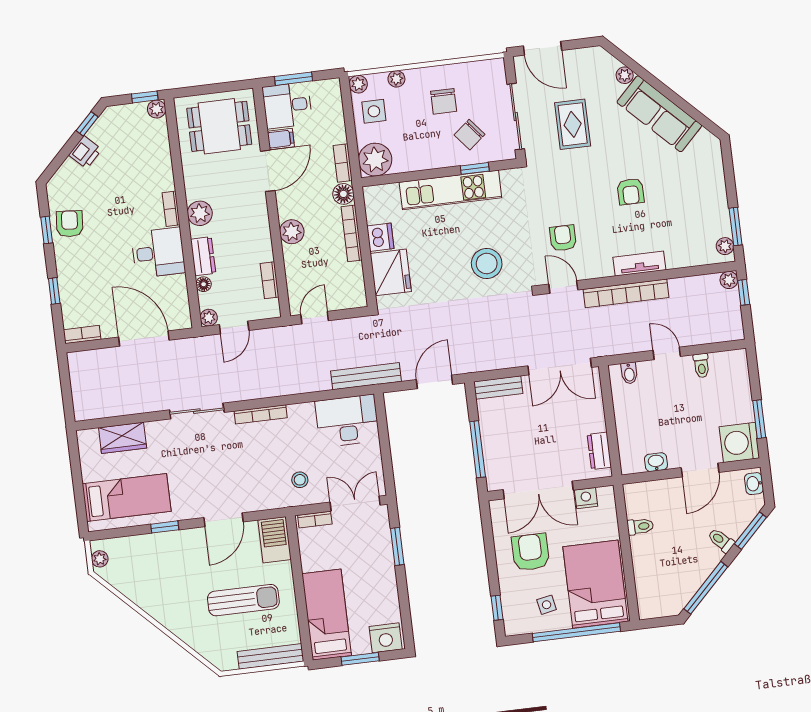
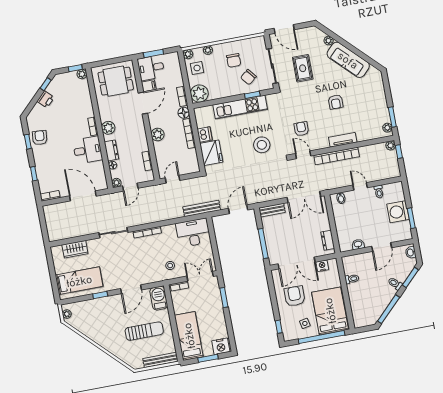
washing machine: (739, 443) -> (398, 212), moved

